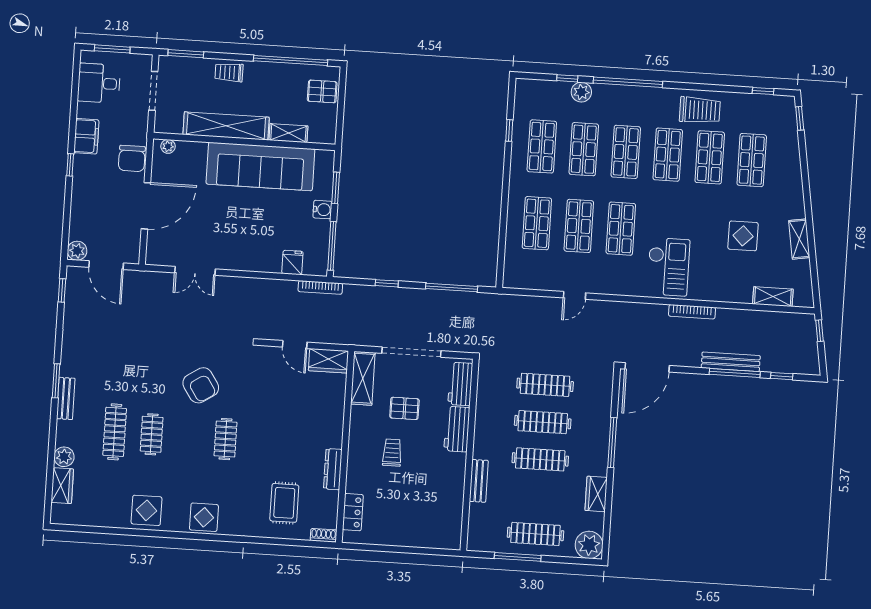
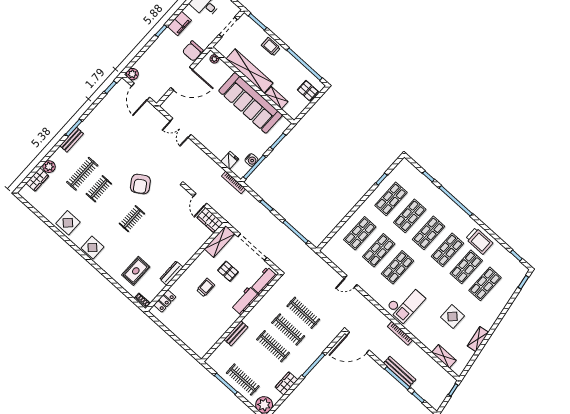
plant: (581, 92) -> (430, 188), removed
water cooler: (322, 210) -> (252, 160), moved

